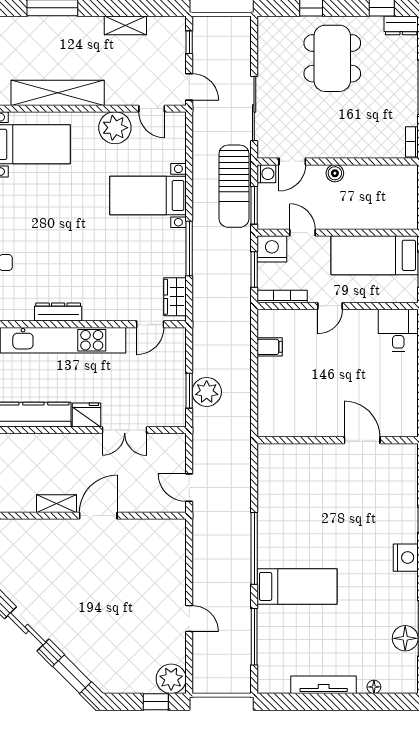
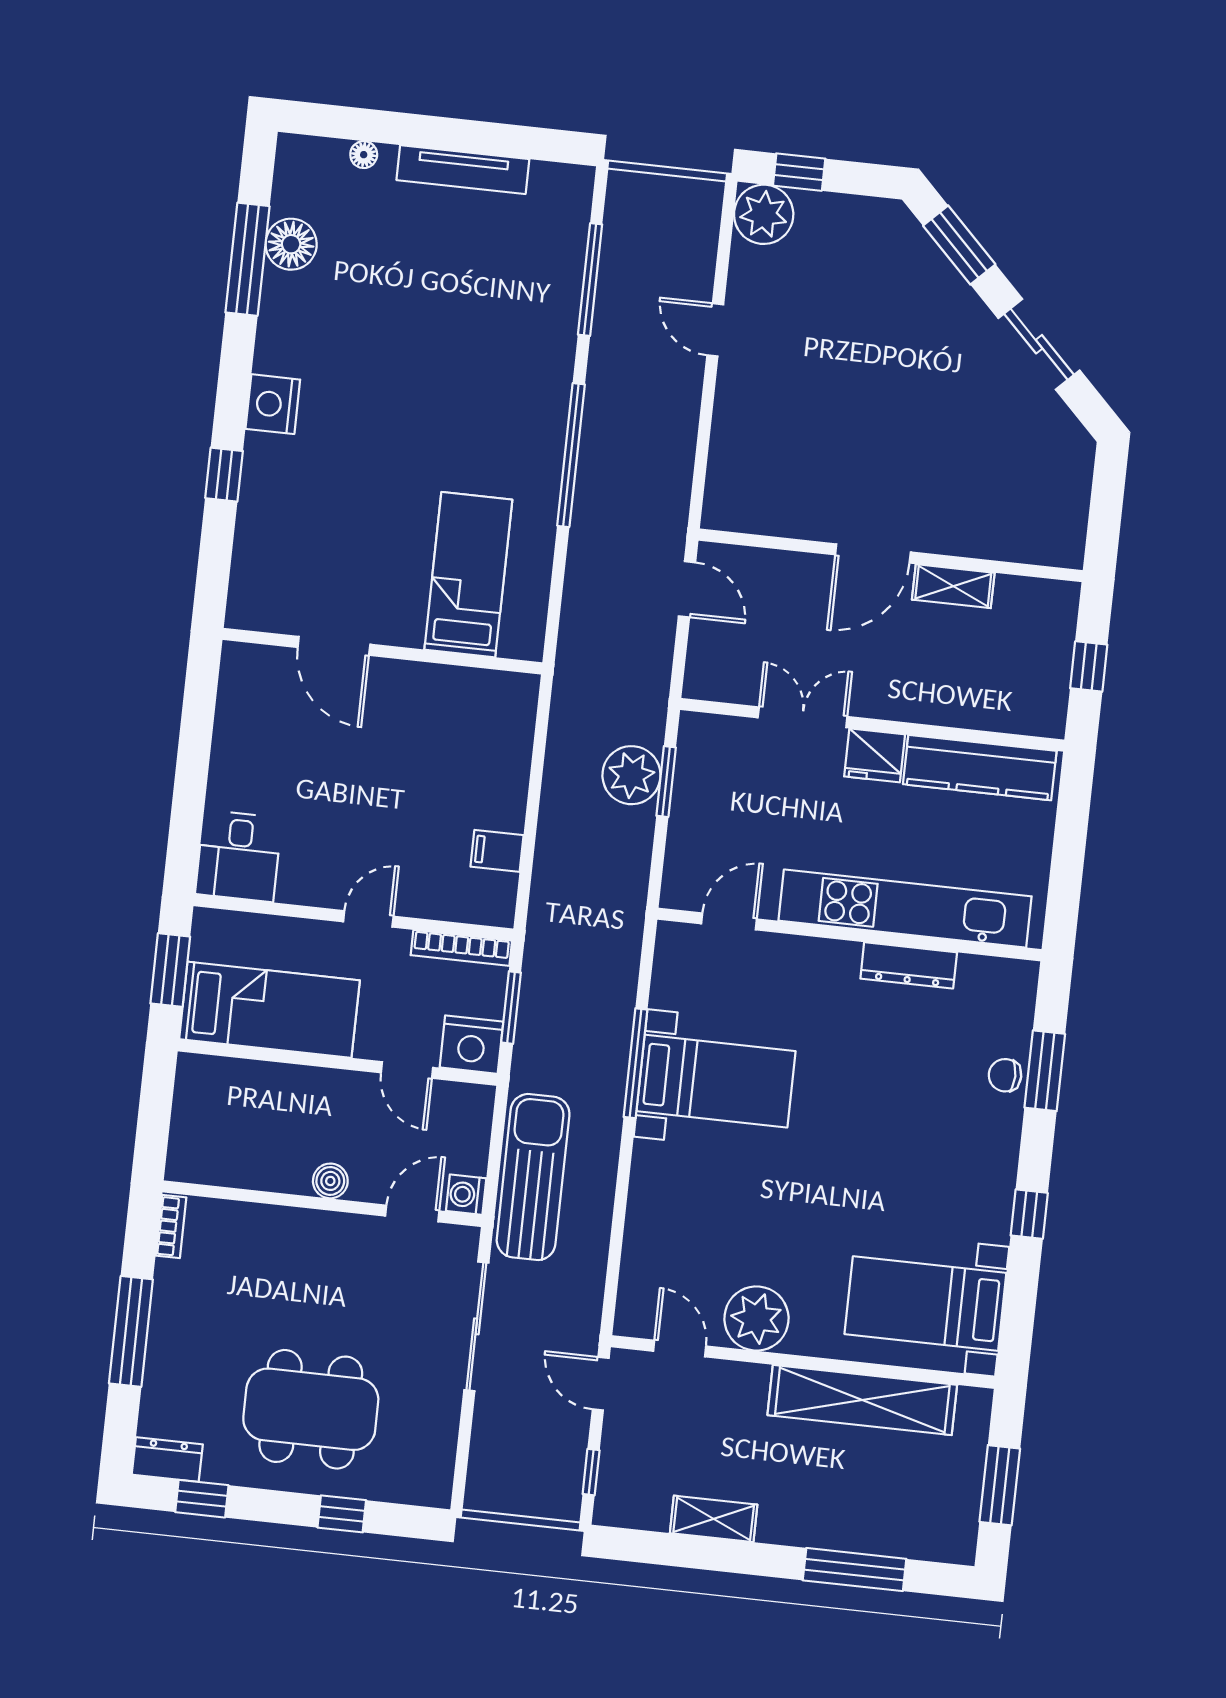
dining table: (332, 58) -> (311, 1409), turned 90
bed with nightstands: (148, 196) -> (716, 1081), moved
window: (254, 205) -> (497, 1135), removed
wardrobe: (175, 297) -> (674, 971), removed
bed: (297, 586) -> (468, 575), moved, turned 90

